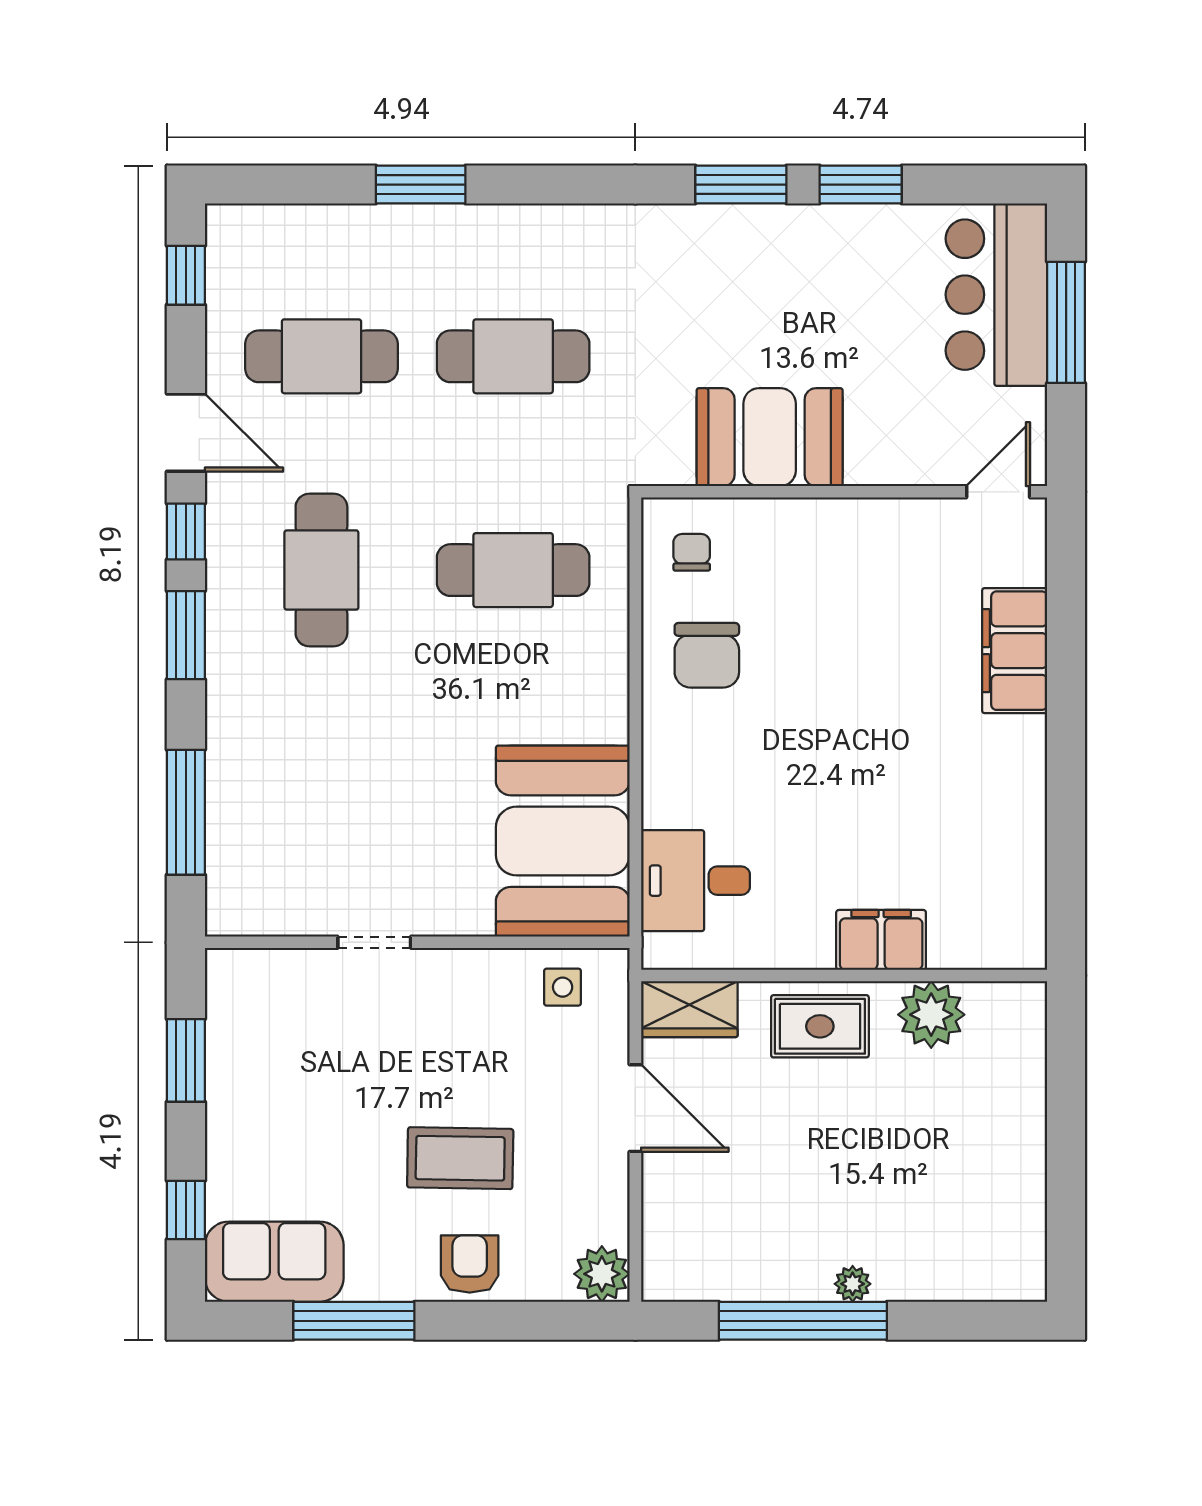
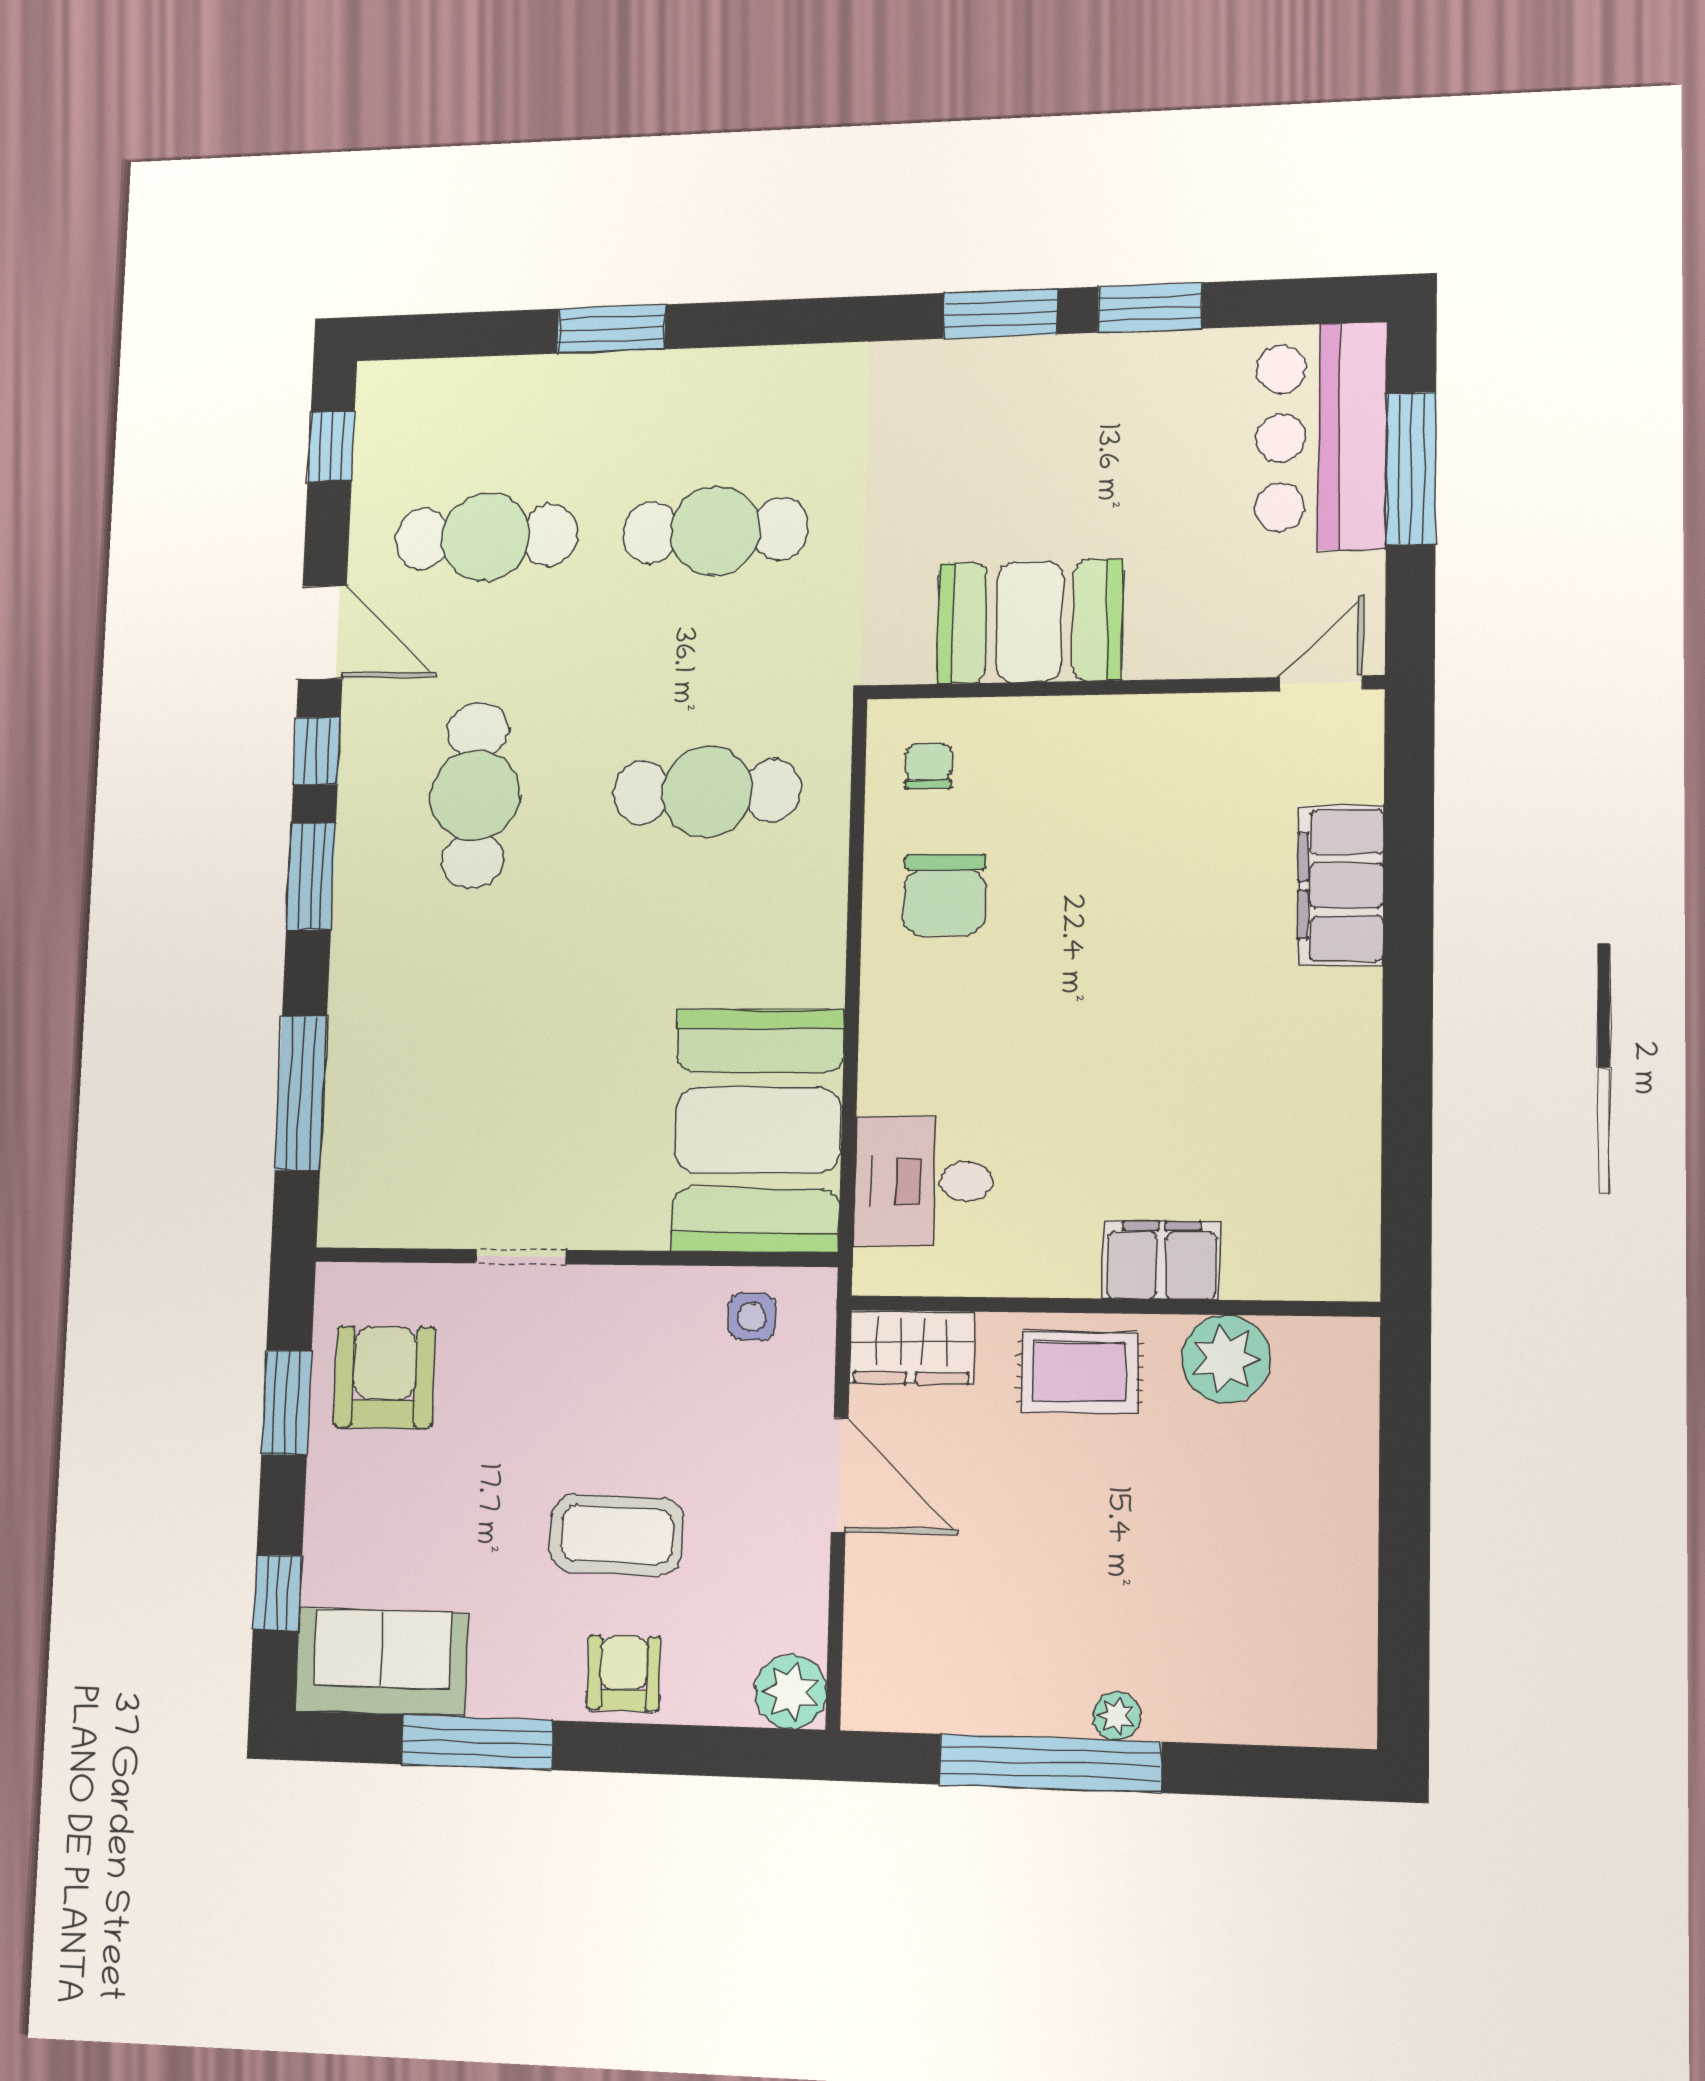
armchair: (266, 1039) -> (385, 1377), added

